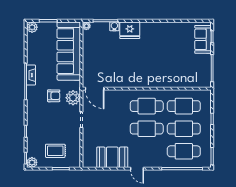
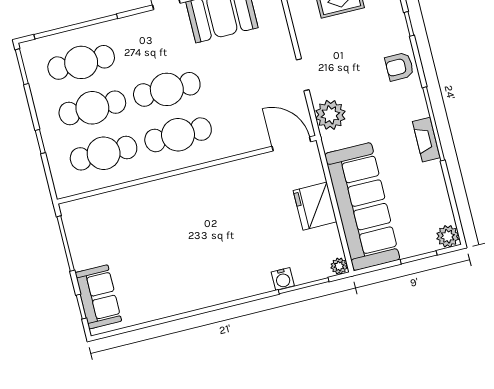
fridge: (130, 30) -> (315, 206), moved, turned -90
armchair: (54, 96) -> (399, 67), moved

